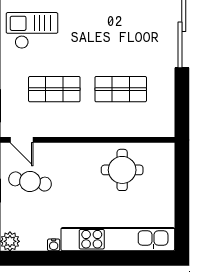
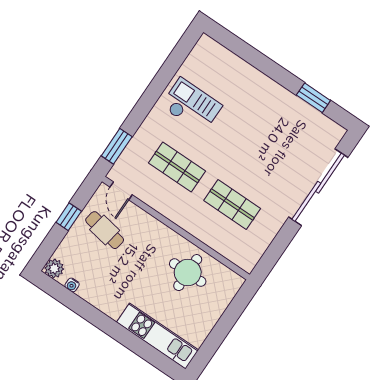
kitchen unit: (118, 239) -> (158, 336), width x0.73
water cooler: (54, 245) -> (72, 285), moved

